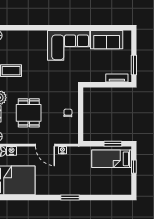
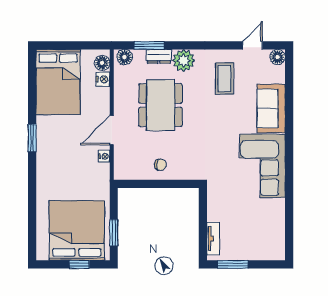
sofa: (107, 40) -> (271, 108), moved
dining table: (29, 113) -> (160, 105), width x1.38
bed: (112, 159) -> (77, 231), width x2.04
window: (70, 198) -> (32, 138), moved

